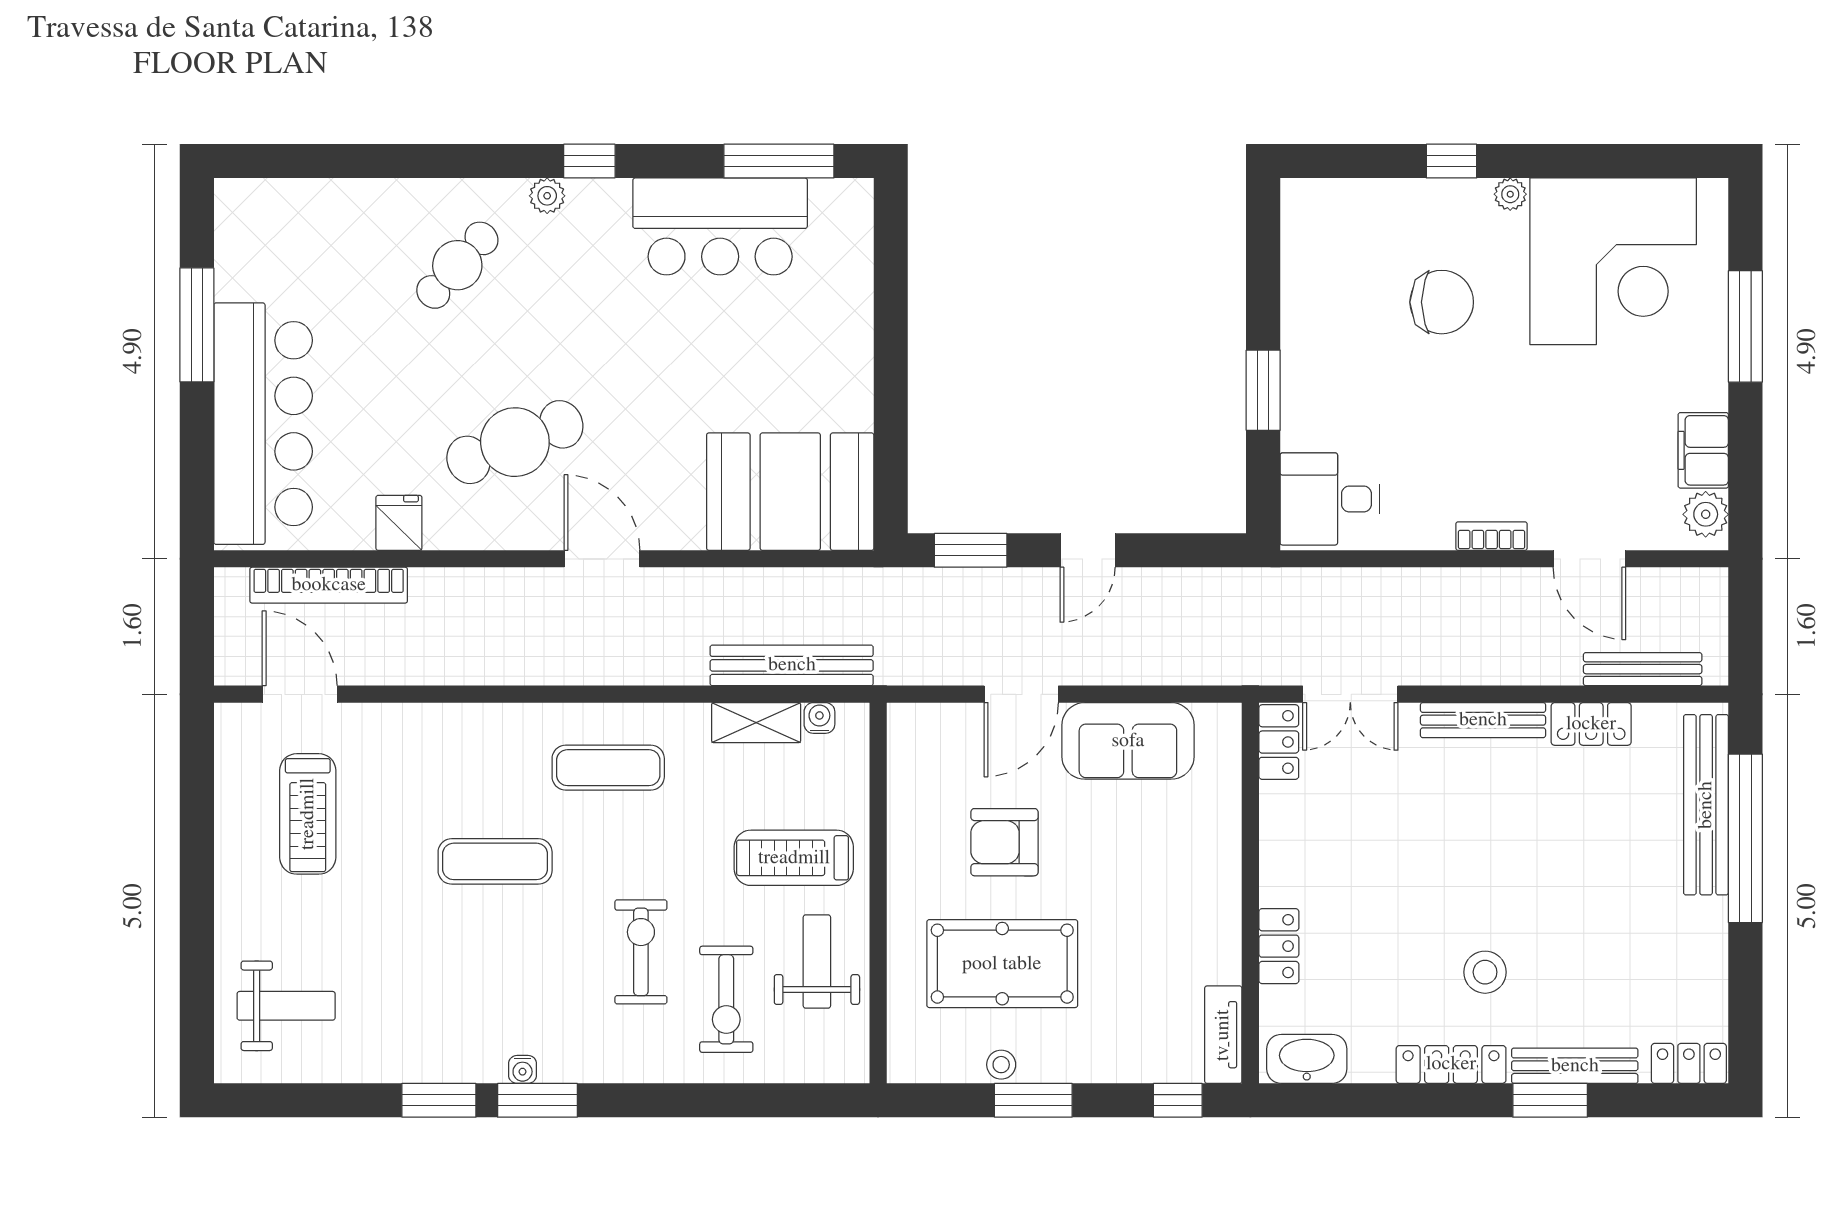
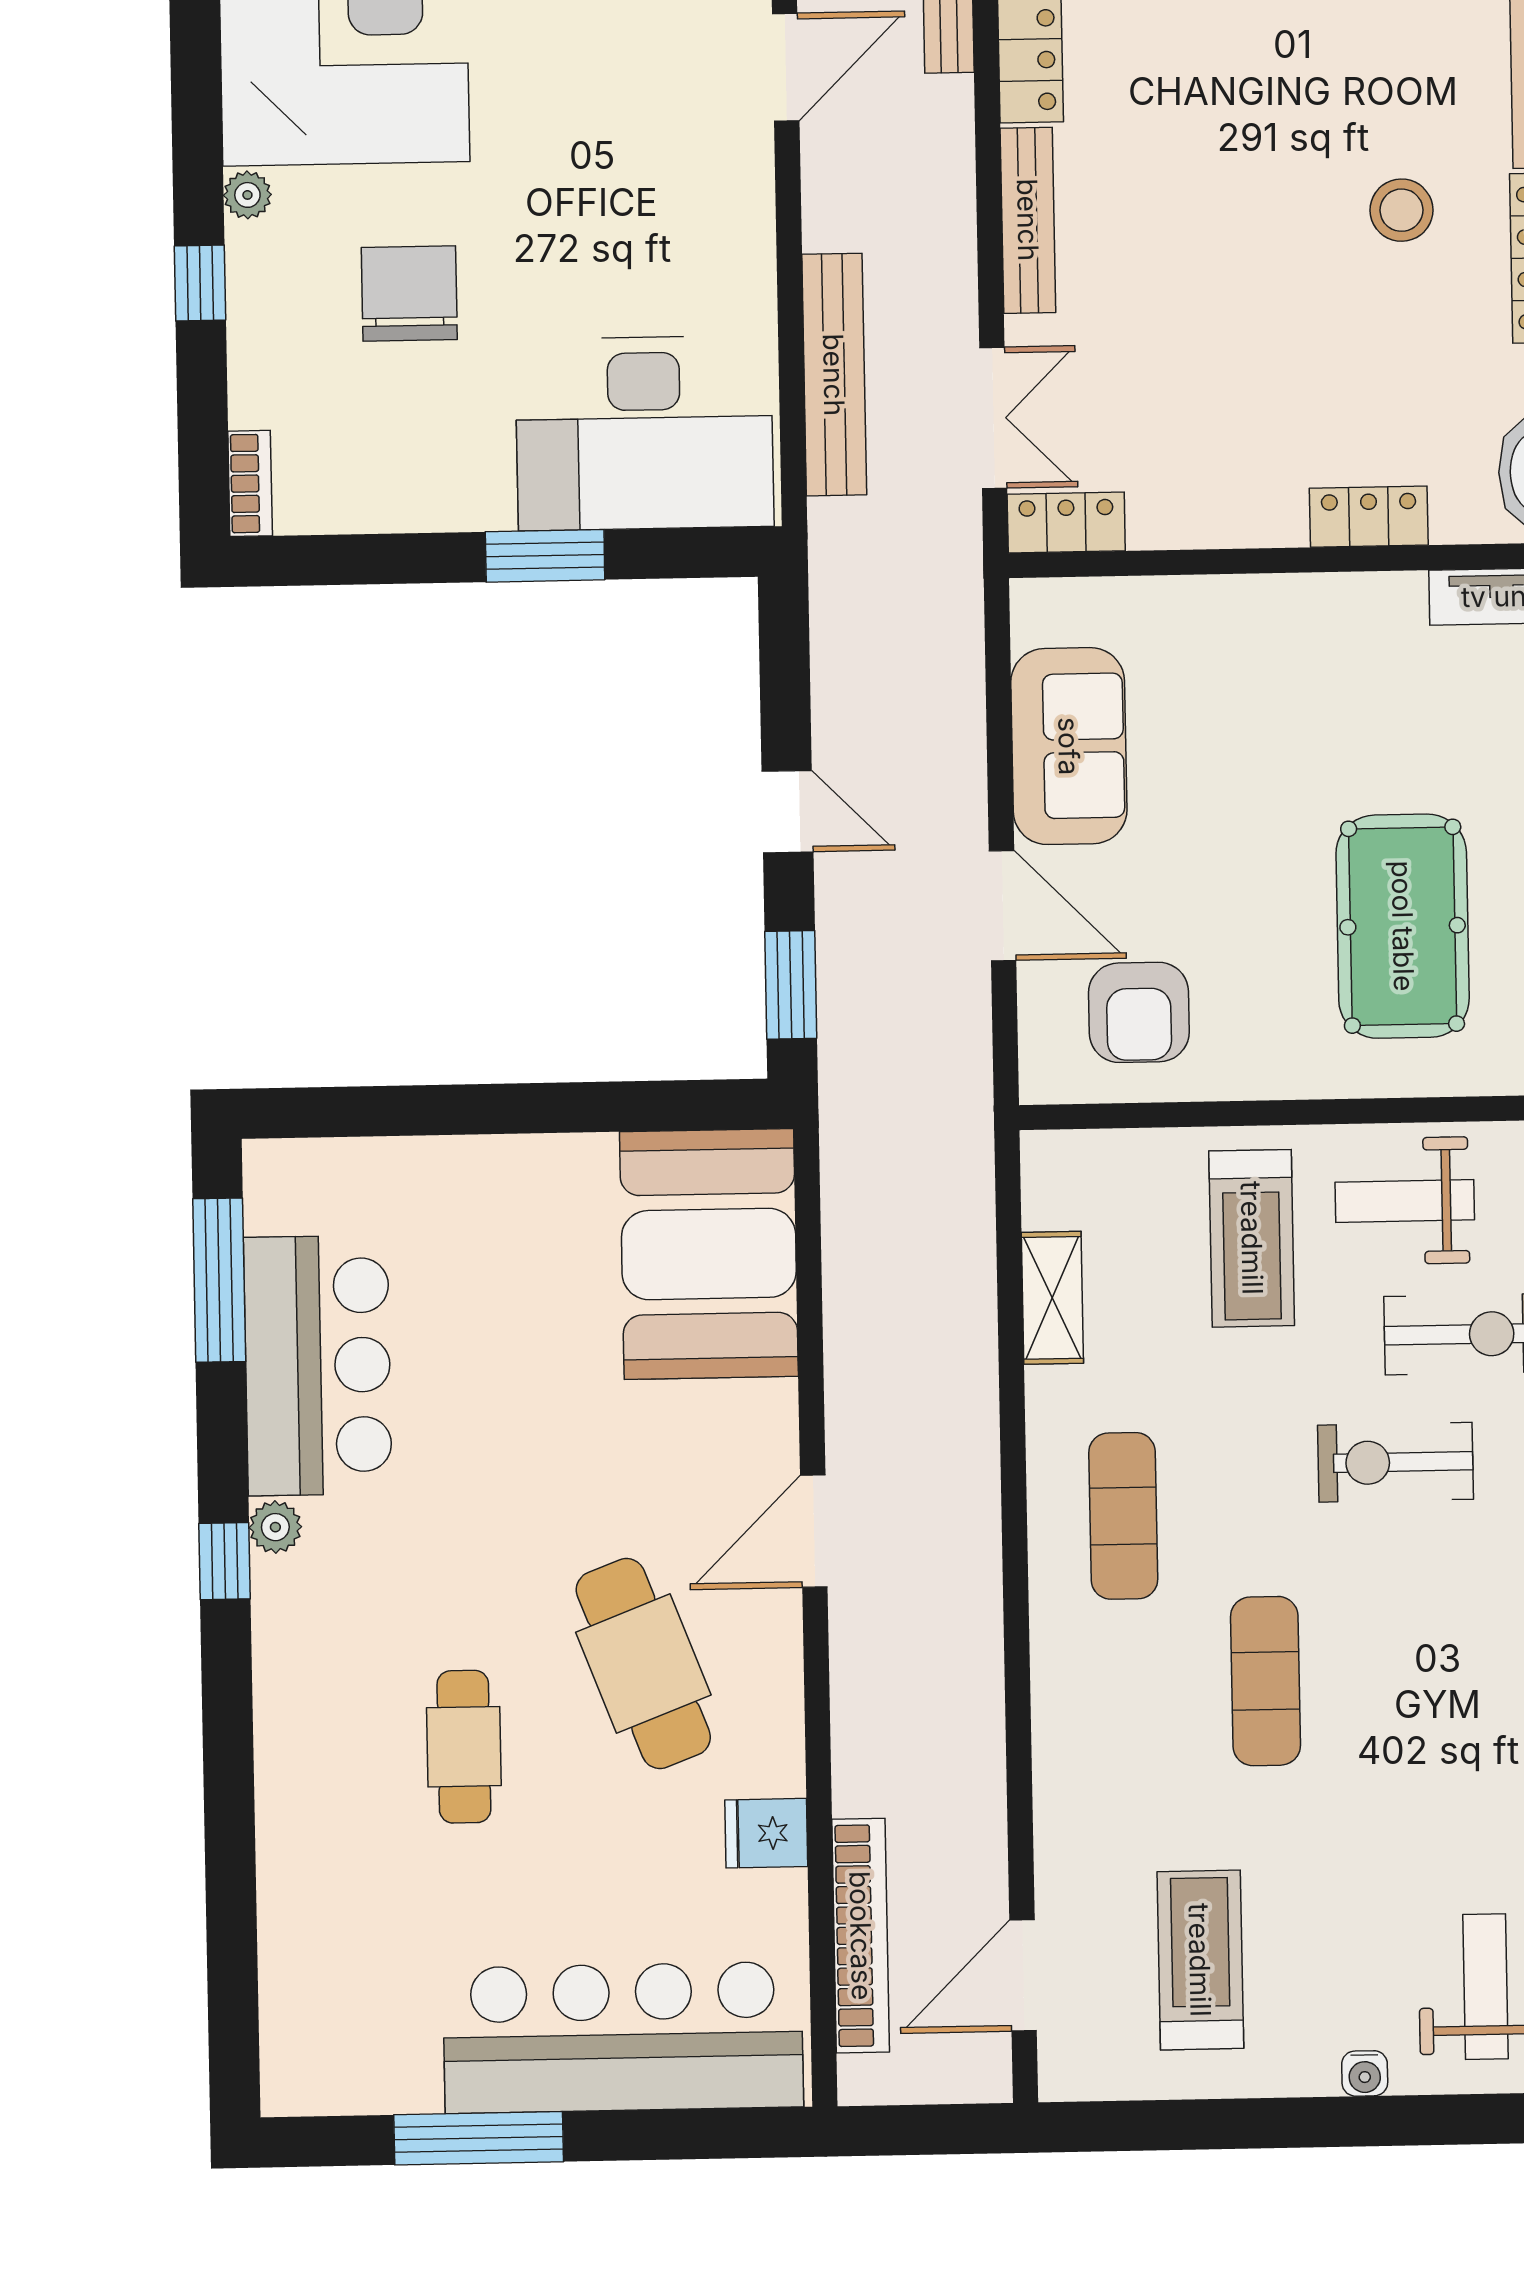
plant: (547, 196) -> (275, 1527), moved
cafe table: (457, 265) -> (464, 1747), moved, turned 48
desk: (1330, 499) -> (644, 433), width x1.87, depth x1.30
bookcase: (1492, 536) -> (250, 483), moved, turned 180
bench: (792, 665) -> (834, 375), moved
water cooler: (819, 718) -> (1365, 2073), moved, turned -90
treadmill: (308, 814) -> (1200, 1960), turned -90
armchair: (1004, 842) -> (1139, 1012), moved

